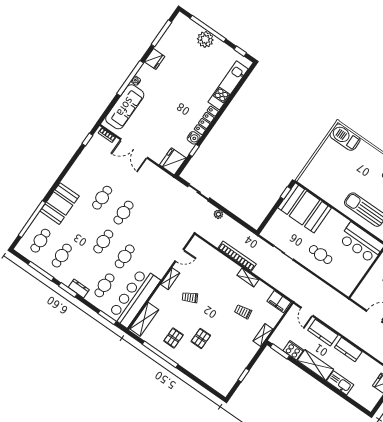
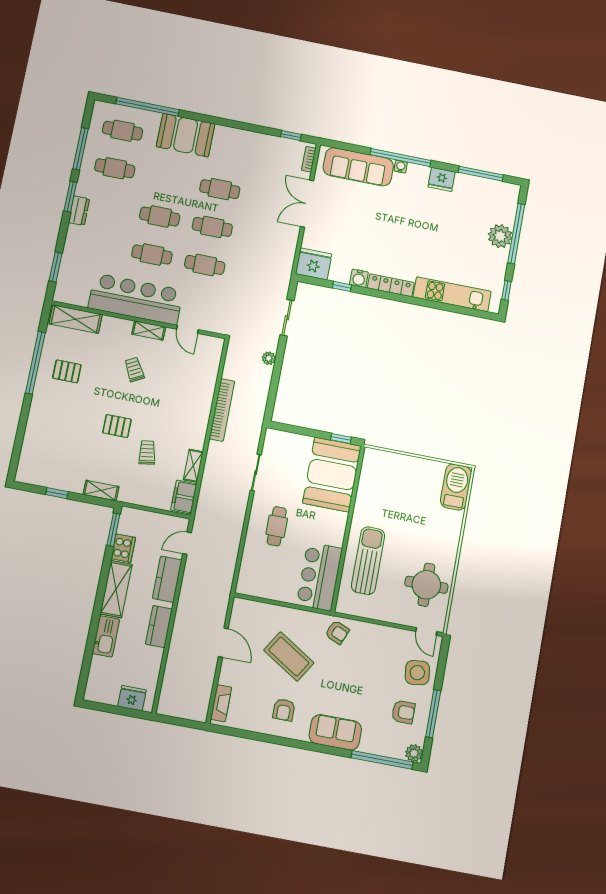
shelving: (248, 277) -> (193, 466), moved
cafe table: (104, 285) -> (205, 265), moved
bar counter: (134, 297) -> (136, 299), moved
shelving: (263, 335) -> (101, 491), moved
pallet: (201, 338) -> (117, 426), moved

